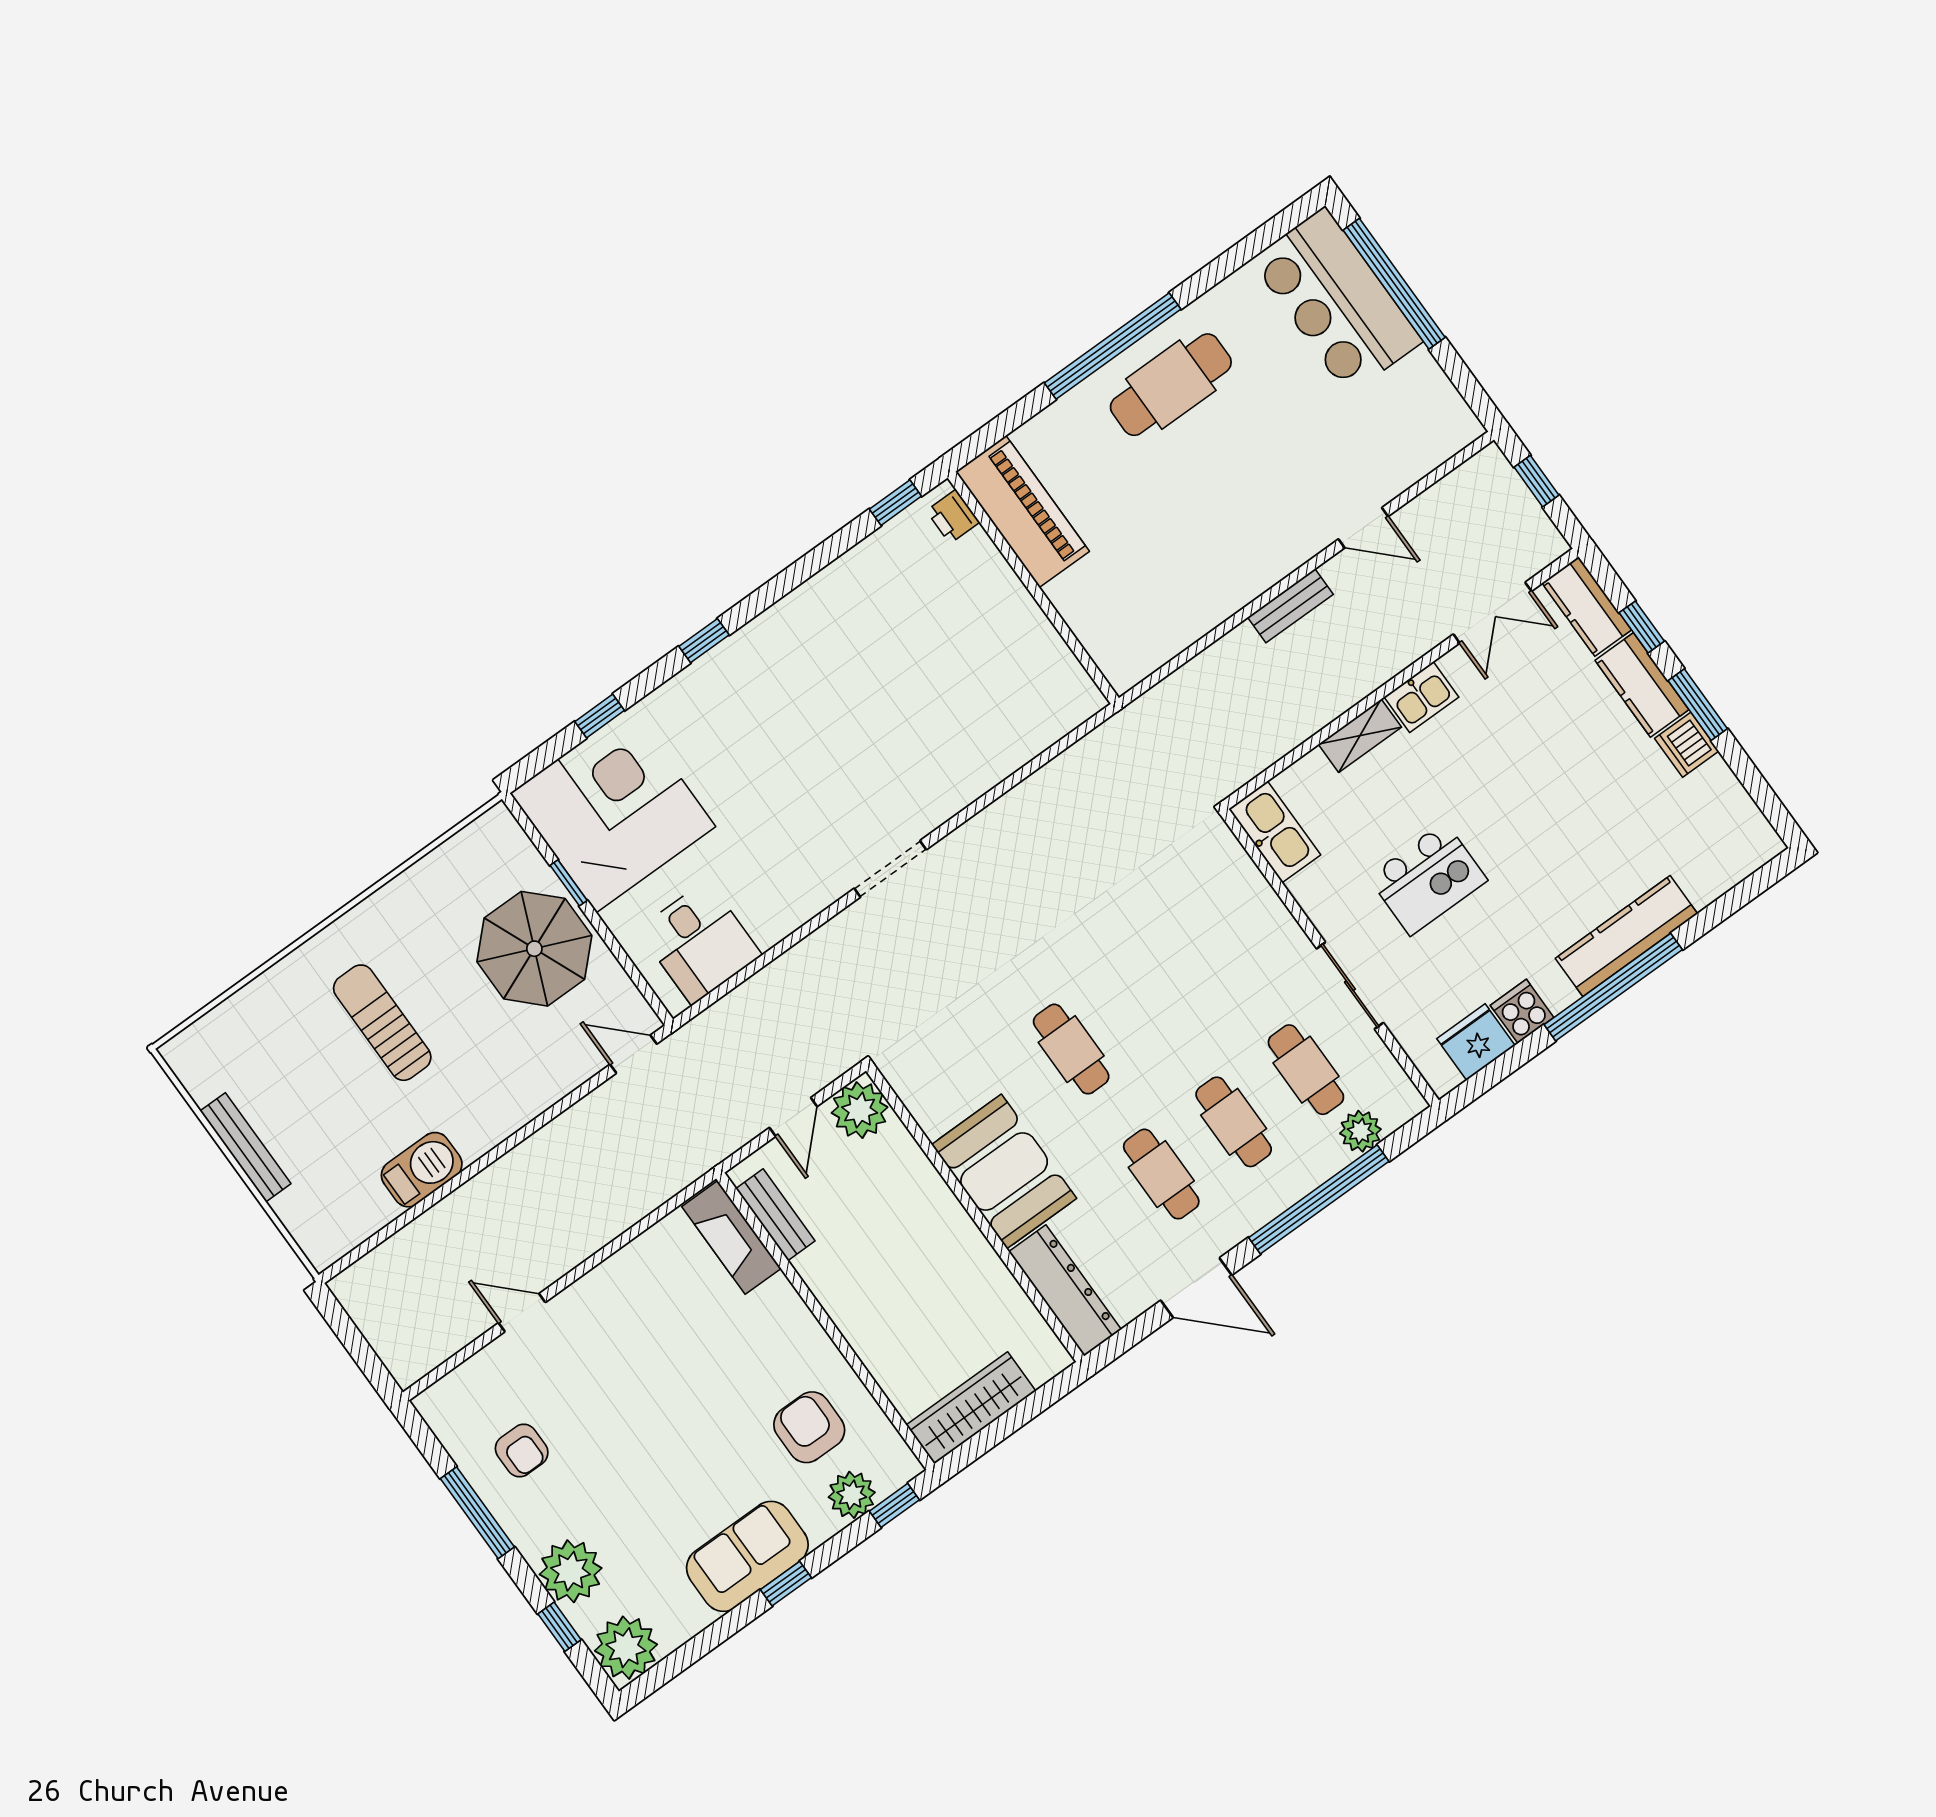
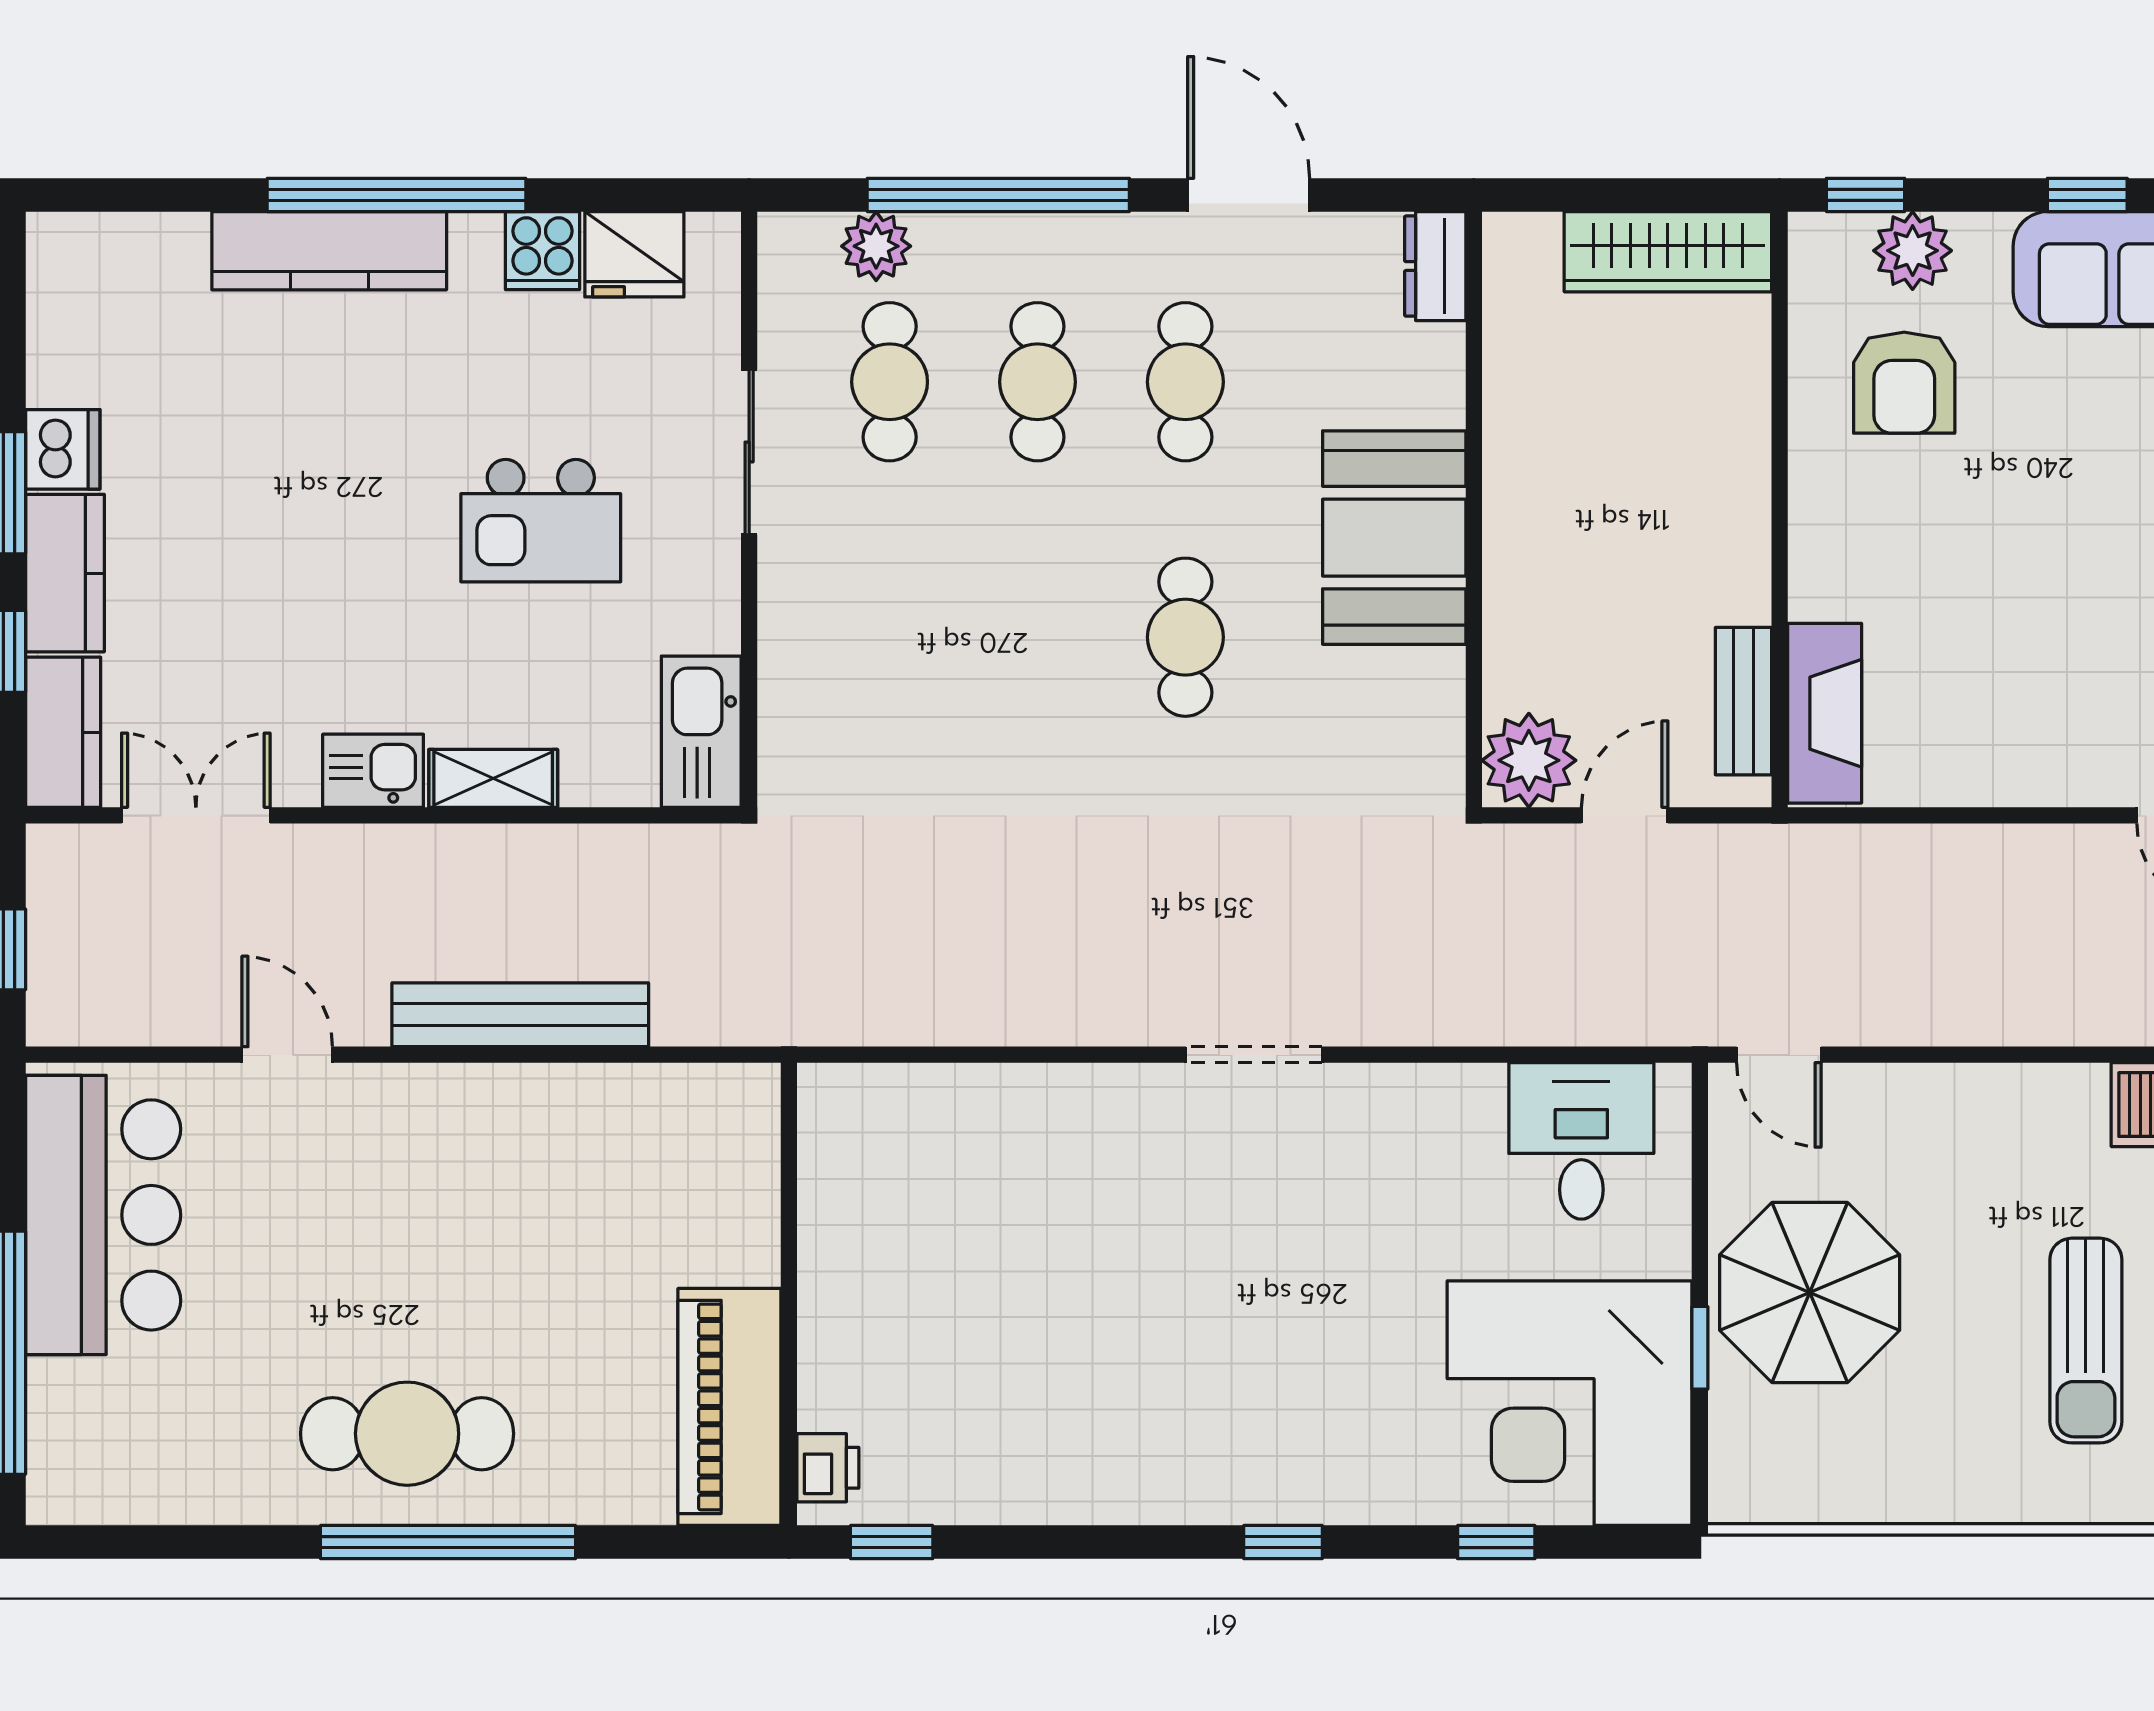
bar counter: (1336, 301) -> (103, 1215), moved
bench: (1290, 606) -> (520, 1015), width x1.86, depth x1.21
kitchen island: (1428, 879) -> (541, 521), turned 180
dresser: (1065, 1290) -> (1435, 266), width x0.51, depth x0.80

